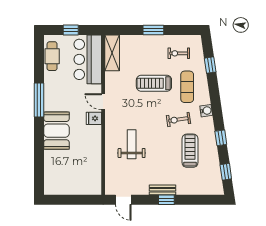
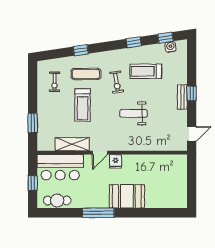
window: (153, 30) -> (33, 123), moved
shelving: (112, 53) -> (72, 144), moved
window: (210, 65) -> (81, 50), moved
water cooler: (206, 111) -> (170, 47), moved
weight bench: (132, 144) -> (133, 113), moved

